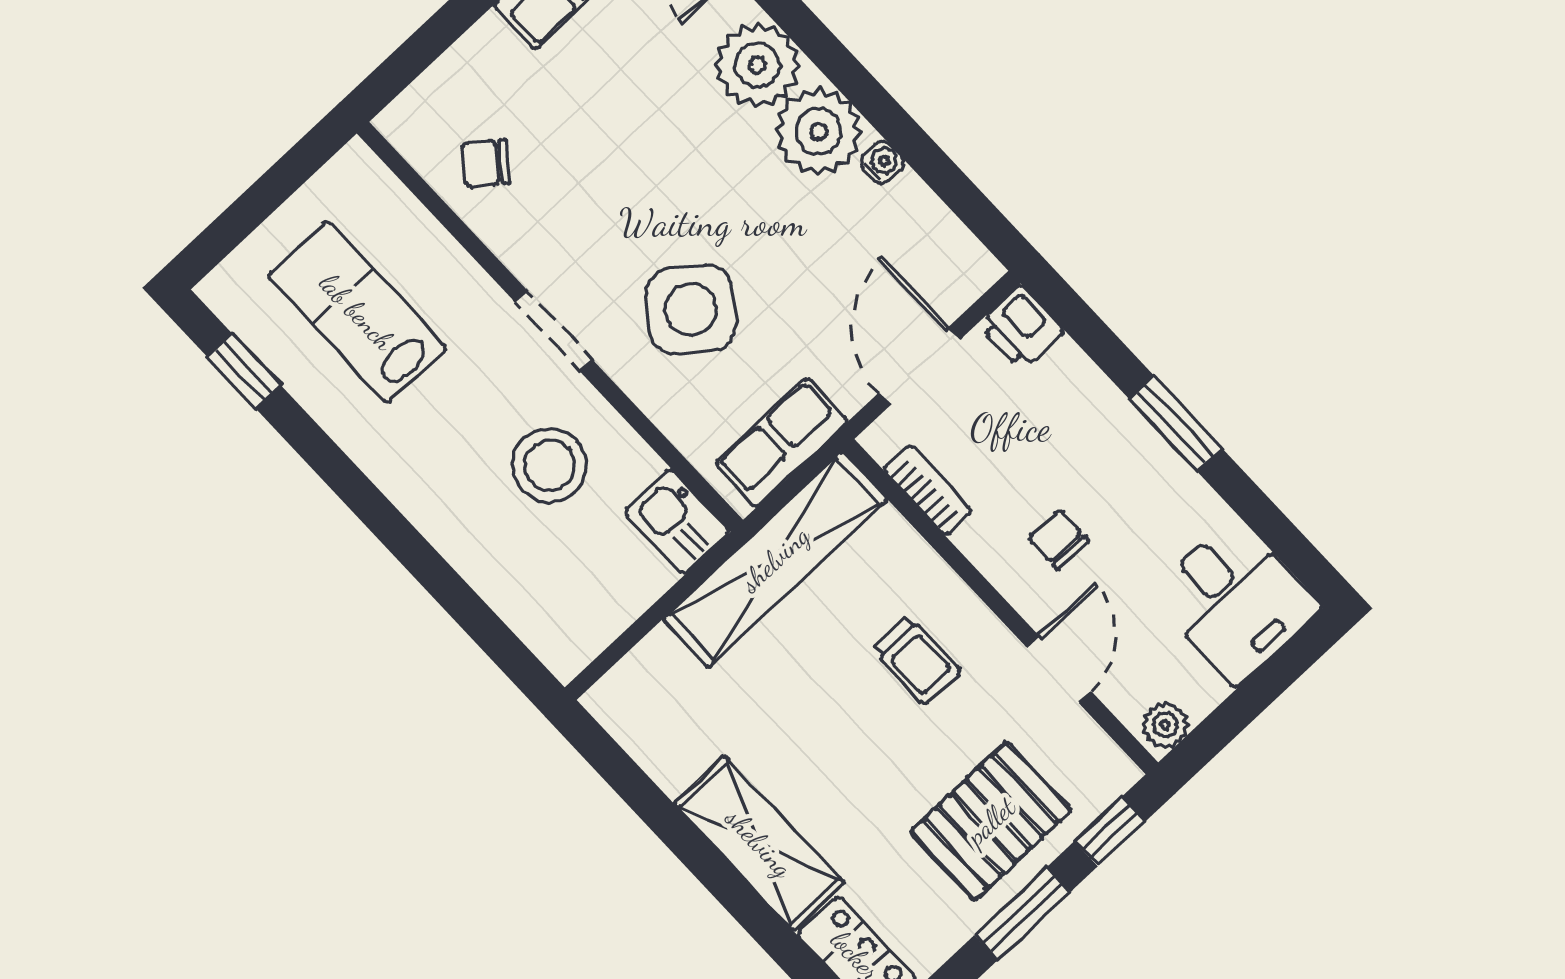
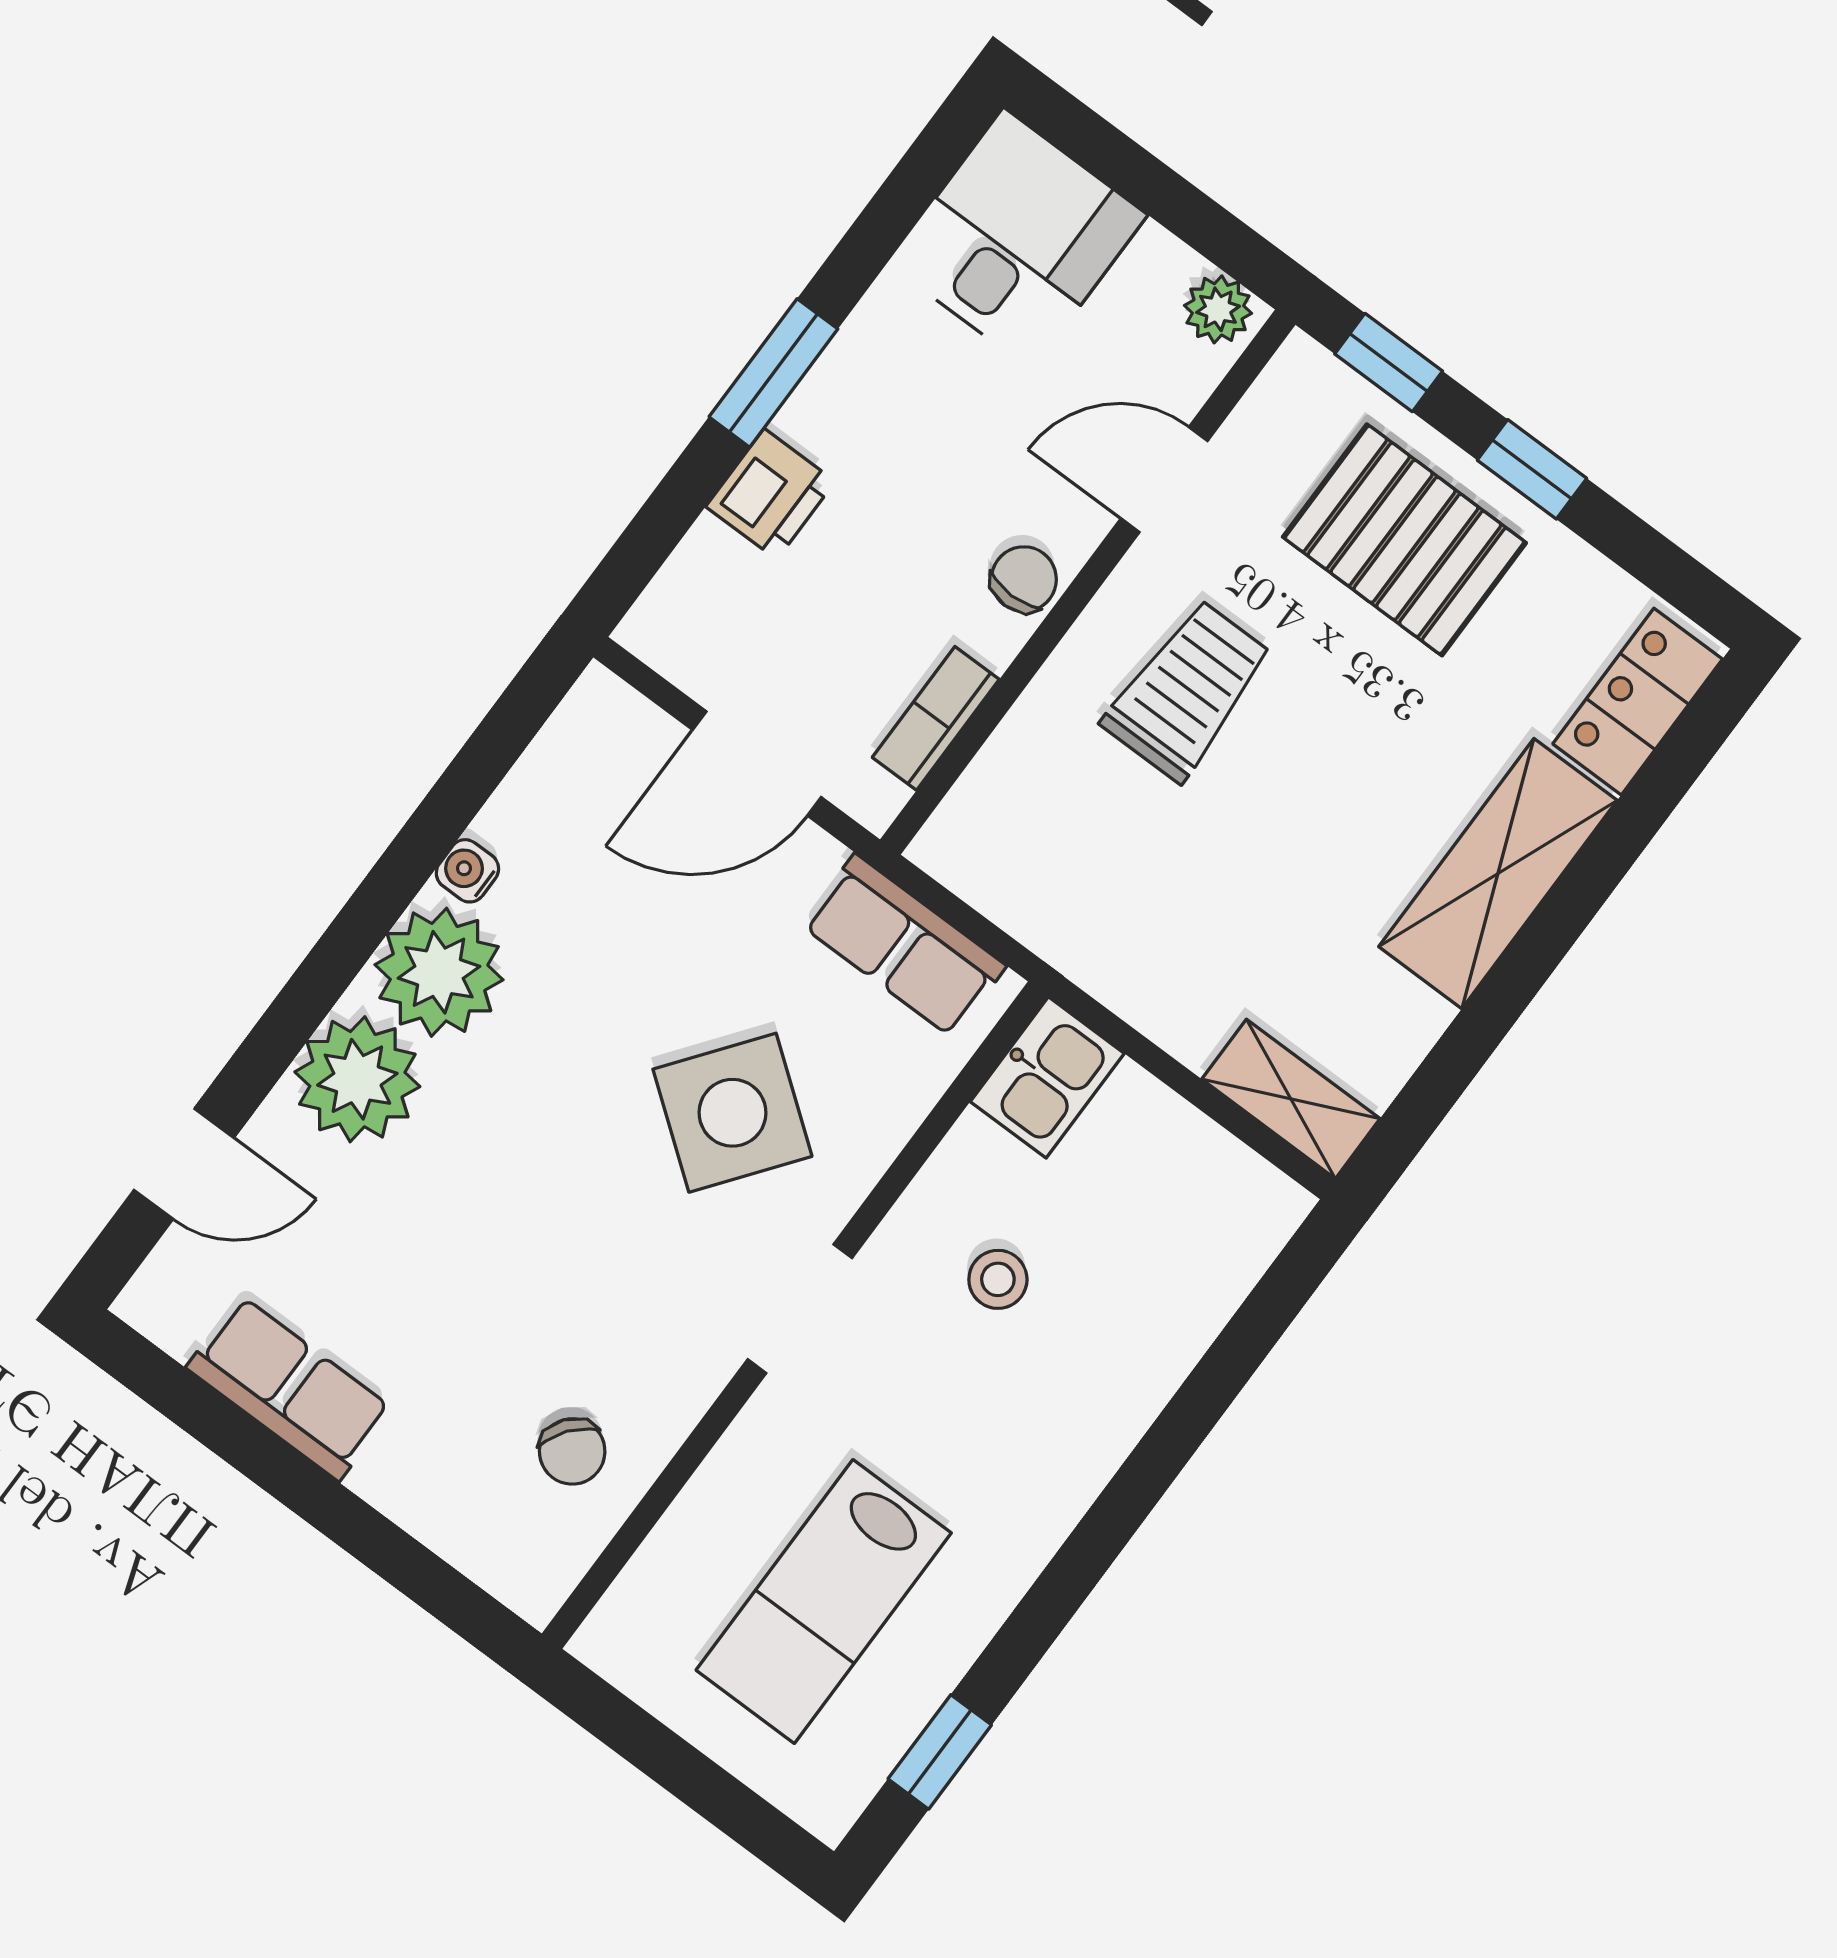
printer: (1021, 328) -> (770, 494), moved
stool: (550, 465) -> (998, 1279), width x0.53, depth x0.53
chair: (1059, 539) -> (1024, 579), moved, turned 180
shelving: (775, 559) -> (1291, 1099), moved, width x0.45, depth x0.75
trolley: (917, 660) -> (1188, 690), width x1.36, depth x1.39
window: (1022, 914) -> (1532, 469), width x0.67

